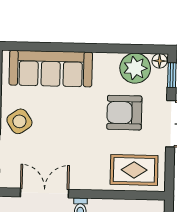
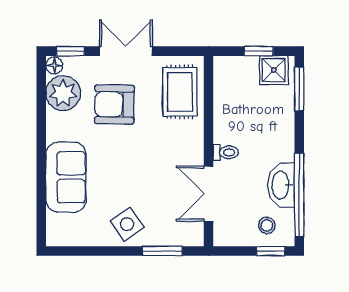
sofa: (51, 69) -> (66, 177), width x0.73
armchair: (124, 113) -> (114, 104), turned 91

